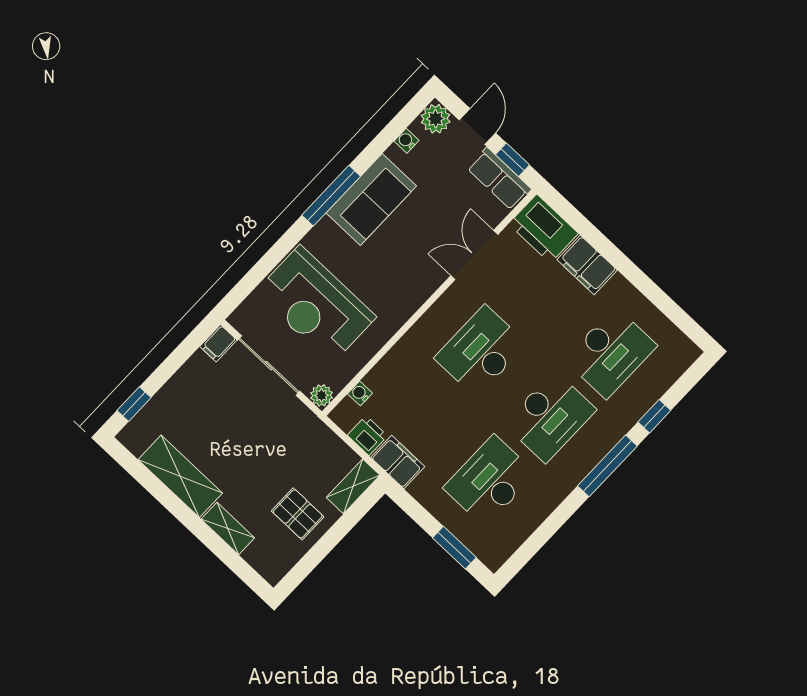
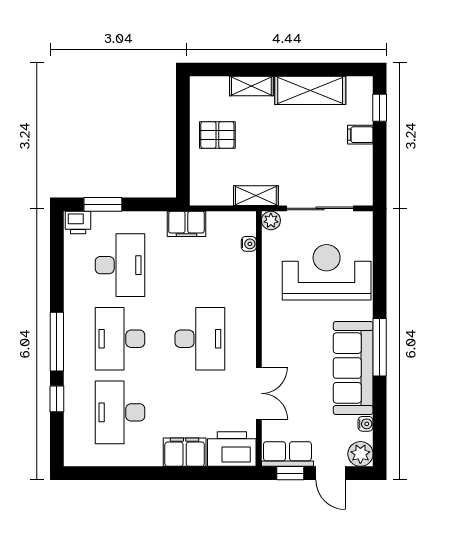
sofa: (371, 199) -> (353, 368), width x1.36
filing cabinet: (218, 343) -> (360, 135), moved, turned -90
printer: (367, 436) -> (78, 223), moved
shelving: (353, 486) -> (256, 196), moved, turned 90

